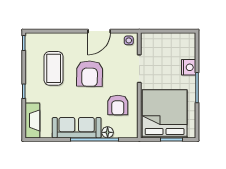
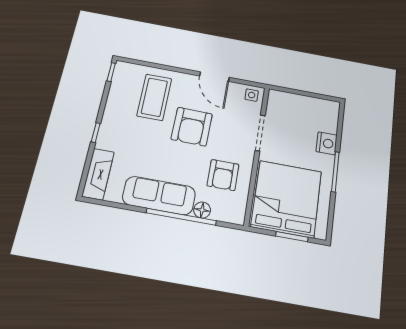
door: (99, 31) -> (214, 77), hinge flipped
coffee table: (54, 68) -> (154, 97), moved

